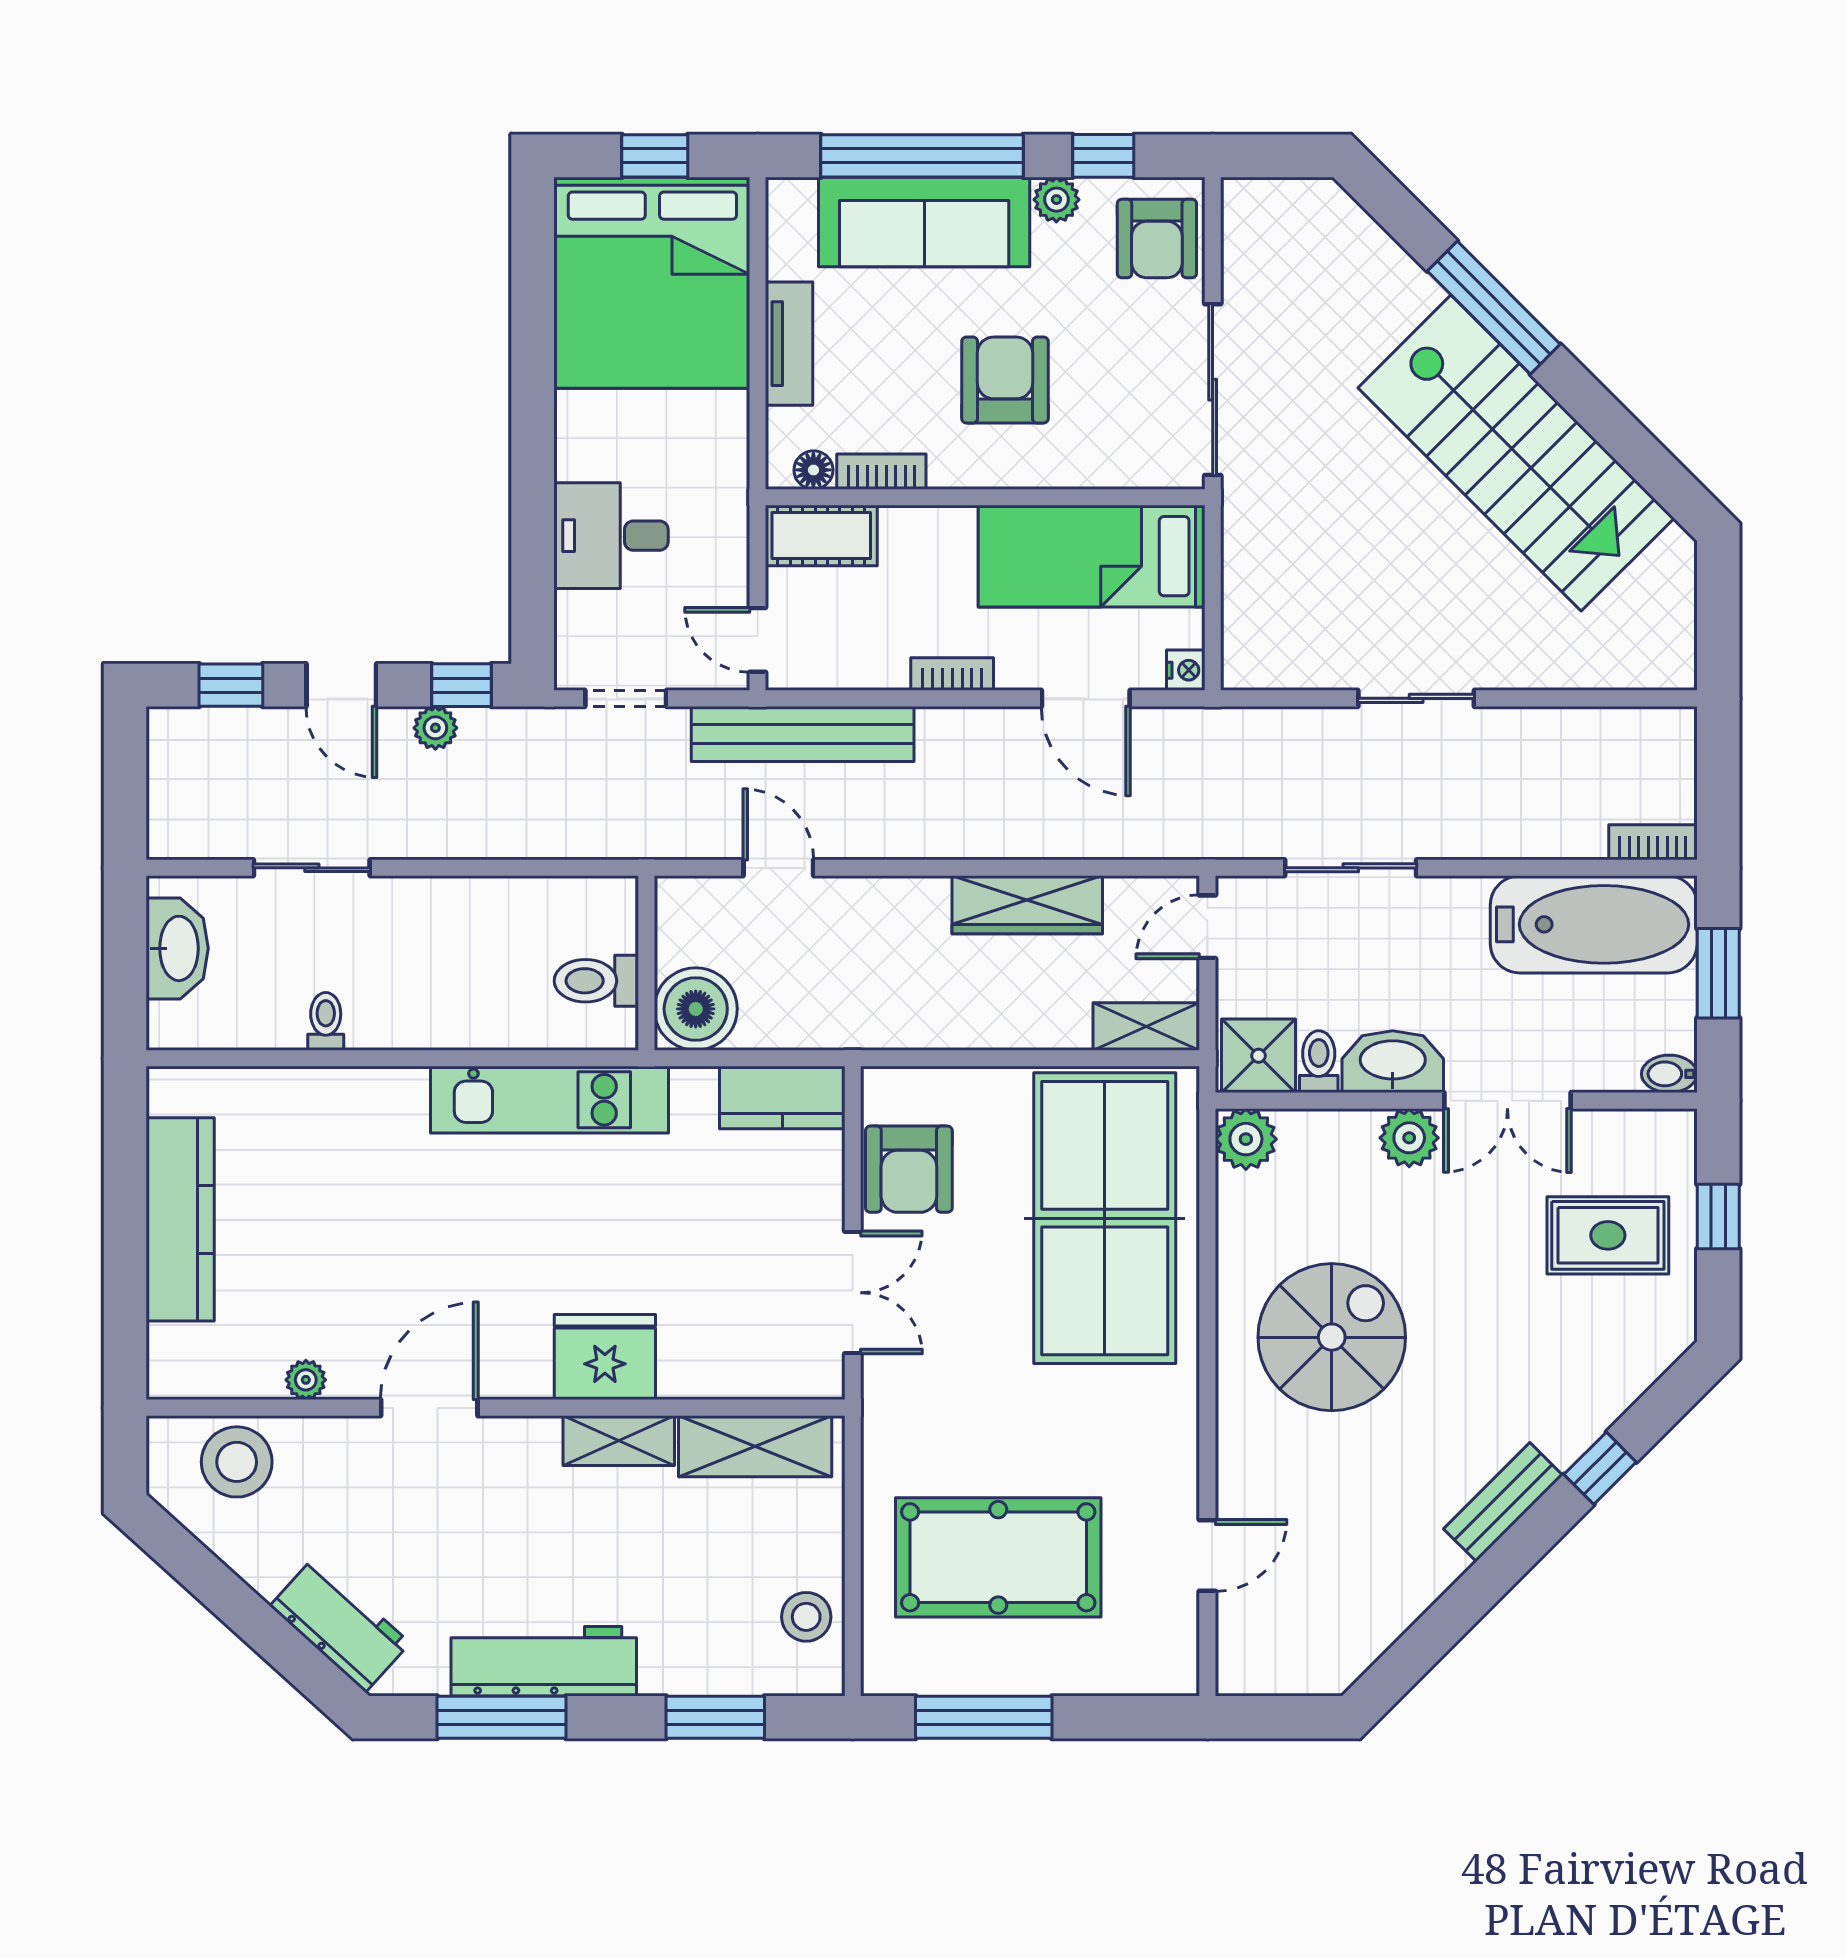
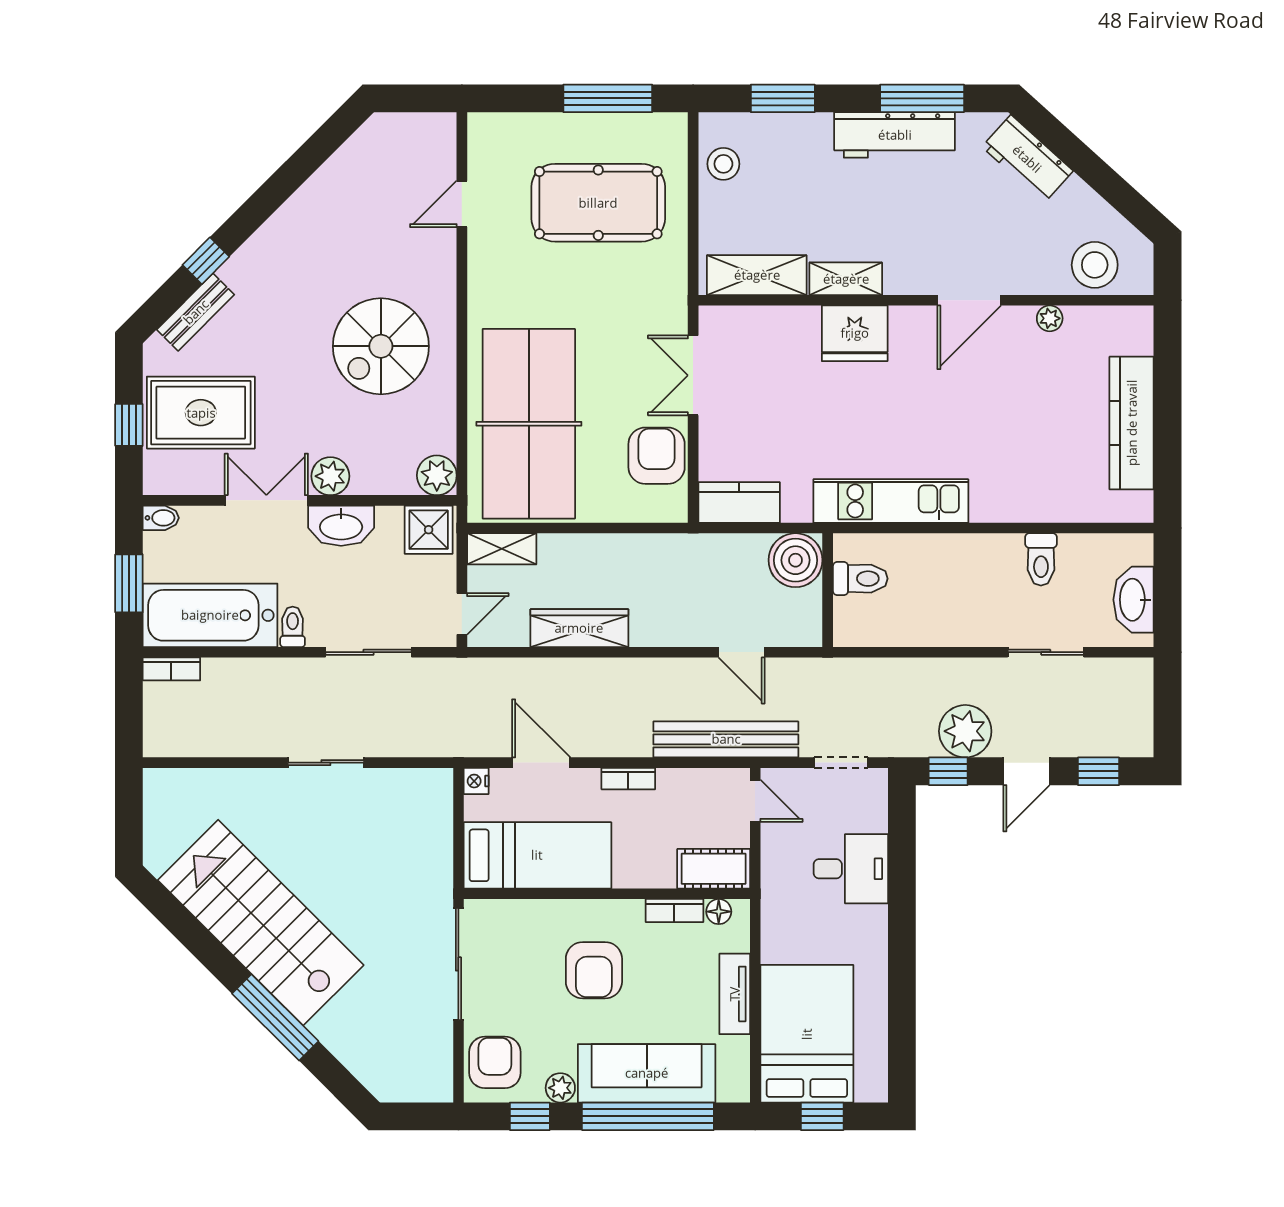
bed: (652, 283) -> (807, 1034), width x0.73
door: (341, 685) -> (1027, 771), swing flipped
plant: (435, 728) -> (965, 731), width x1.88, depth x1.88
toilet: (326, 1021) -> (1041, 559), width x1.37, depth x1.39
toilet: (1319, 1062) -> (293, 627), moved, turned 180
rug: (1608, 1235) -> (201, 413), width x1.36, depth x1.43
bench: (1503, 1502) -> (196, 312), moved

